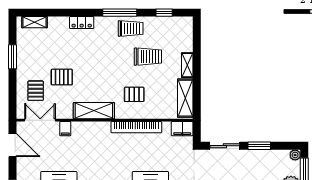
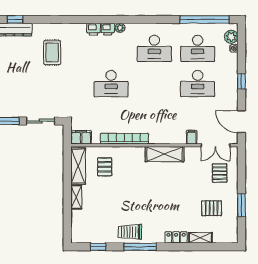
shelving: (34, 22) -> (200, 238), moved
trolley: (148, 57) -> (113, 205), removed
pallet: (62, 77) -> (212, 208), moved
pallet: (134, 94) -> (105, 167), moved, turned 90

